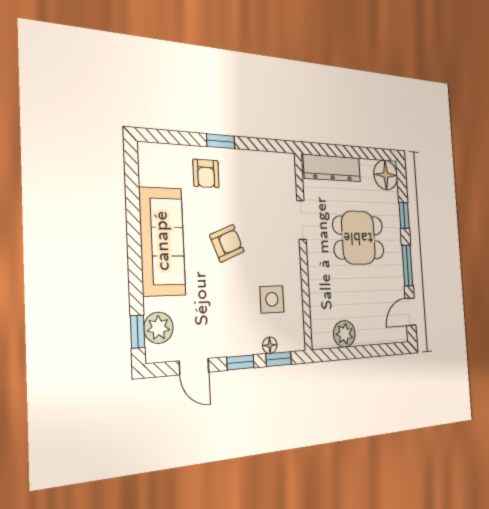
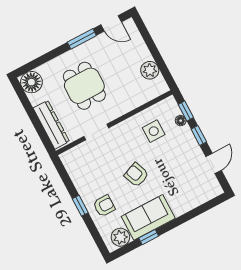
window: (404, 215) -> (50, 56), removed
sofa: (162, 241) -> (148, 217), width x0.73
plant: (159, 328) -> (120, 237), moved
window: (137, 332) -> (149, 237), moved

